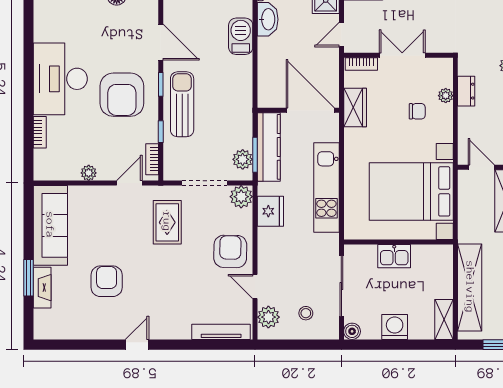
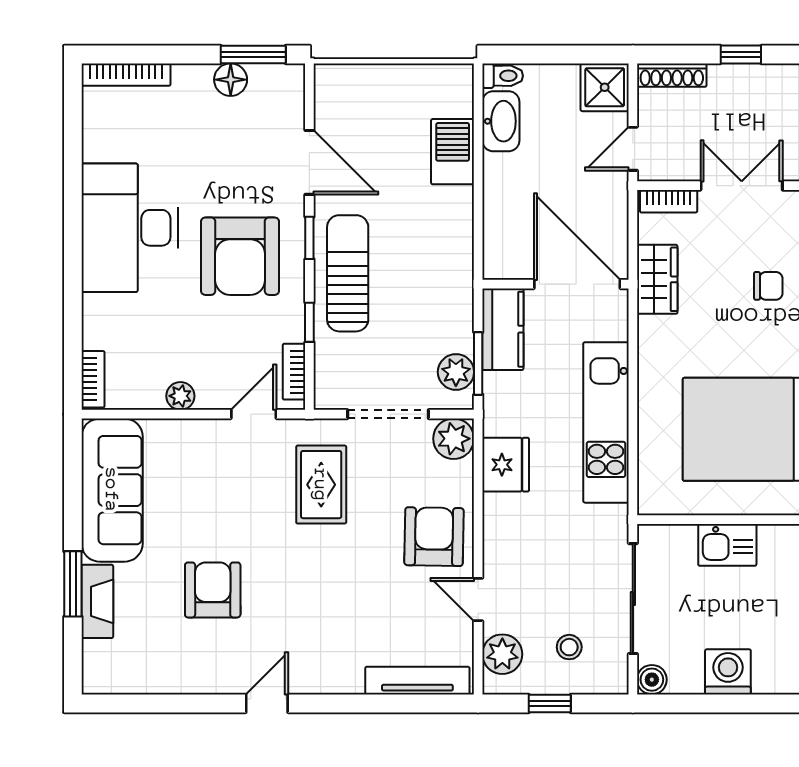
bookcase: (40, 132) -> (93, 379), moved
kitchen counter: (269, 147) -> (503, 329), width x0.67
window: (295, 345) -> (550, 703), added

